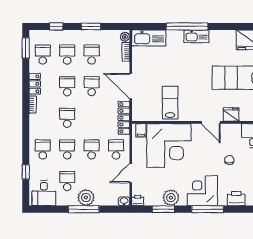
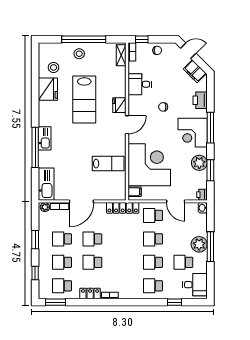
door: (131, 86) -> (81, 201), moved
lab bench: (170, 103) -> (108, 164), turned 180
school desk: (67, 118) -> (123, 262), removed

